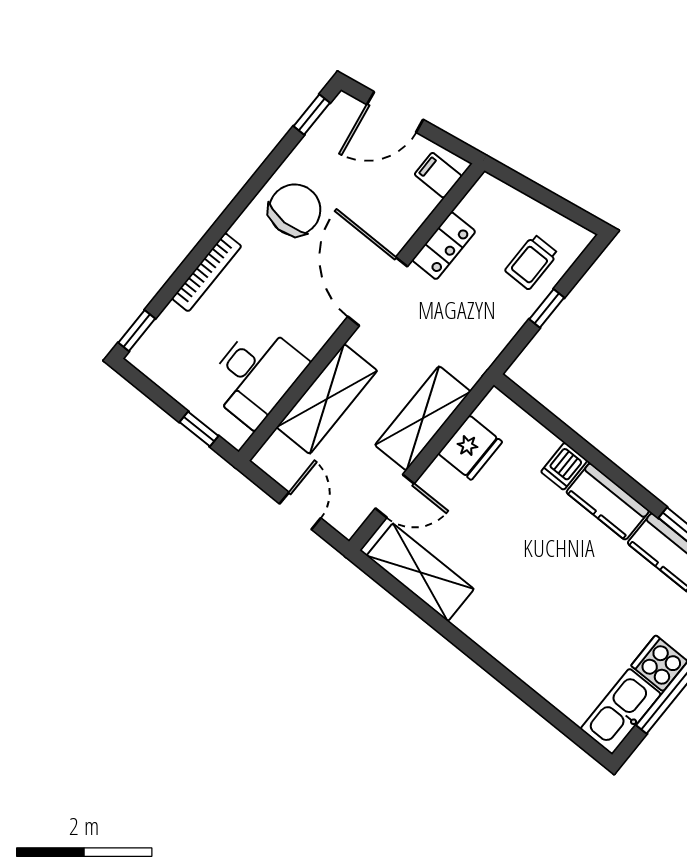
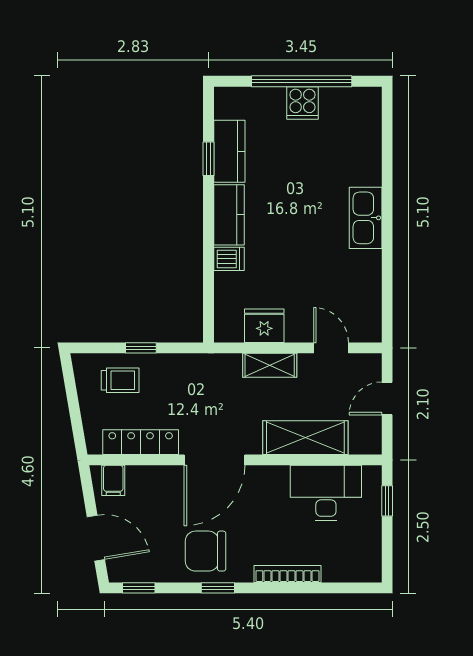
locker: (444, 246) -> (141, 442), width x1.53
window: (137, 331) -> (218, 588), moved
shelving: (423, 418) -> (270, 365), width x0.67, depth x0.75
shelving: (420, 572) -> (365, 294), removed
kitchen sink: (621, 711) -> (366, 218), moved, turned 90

